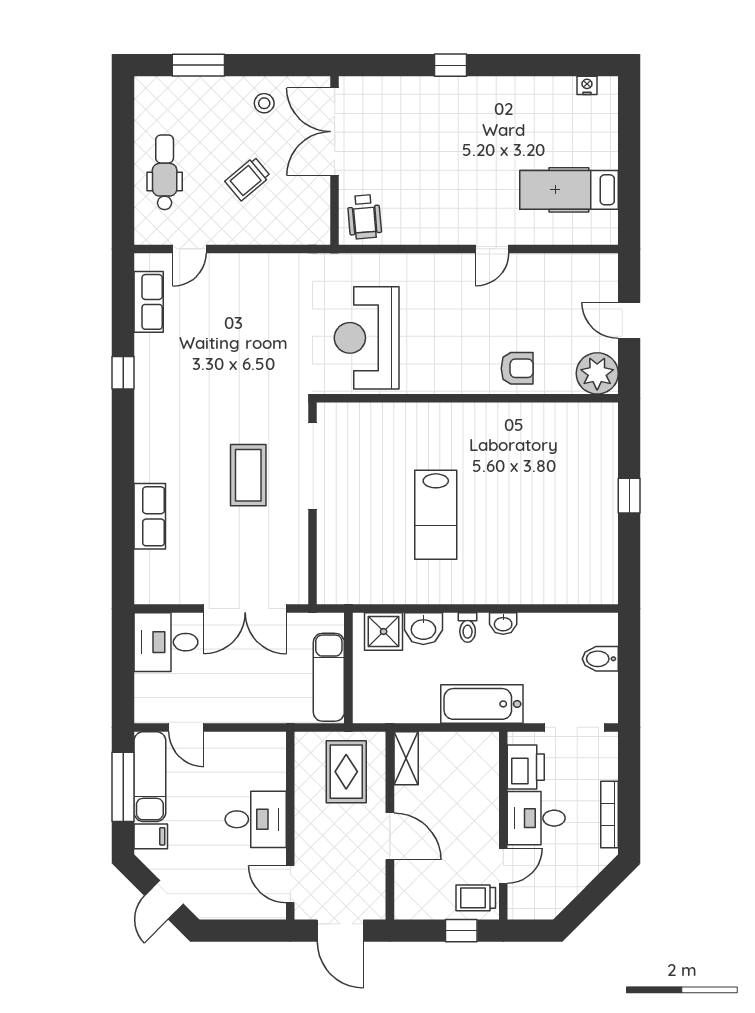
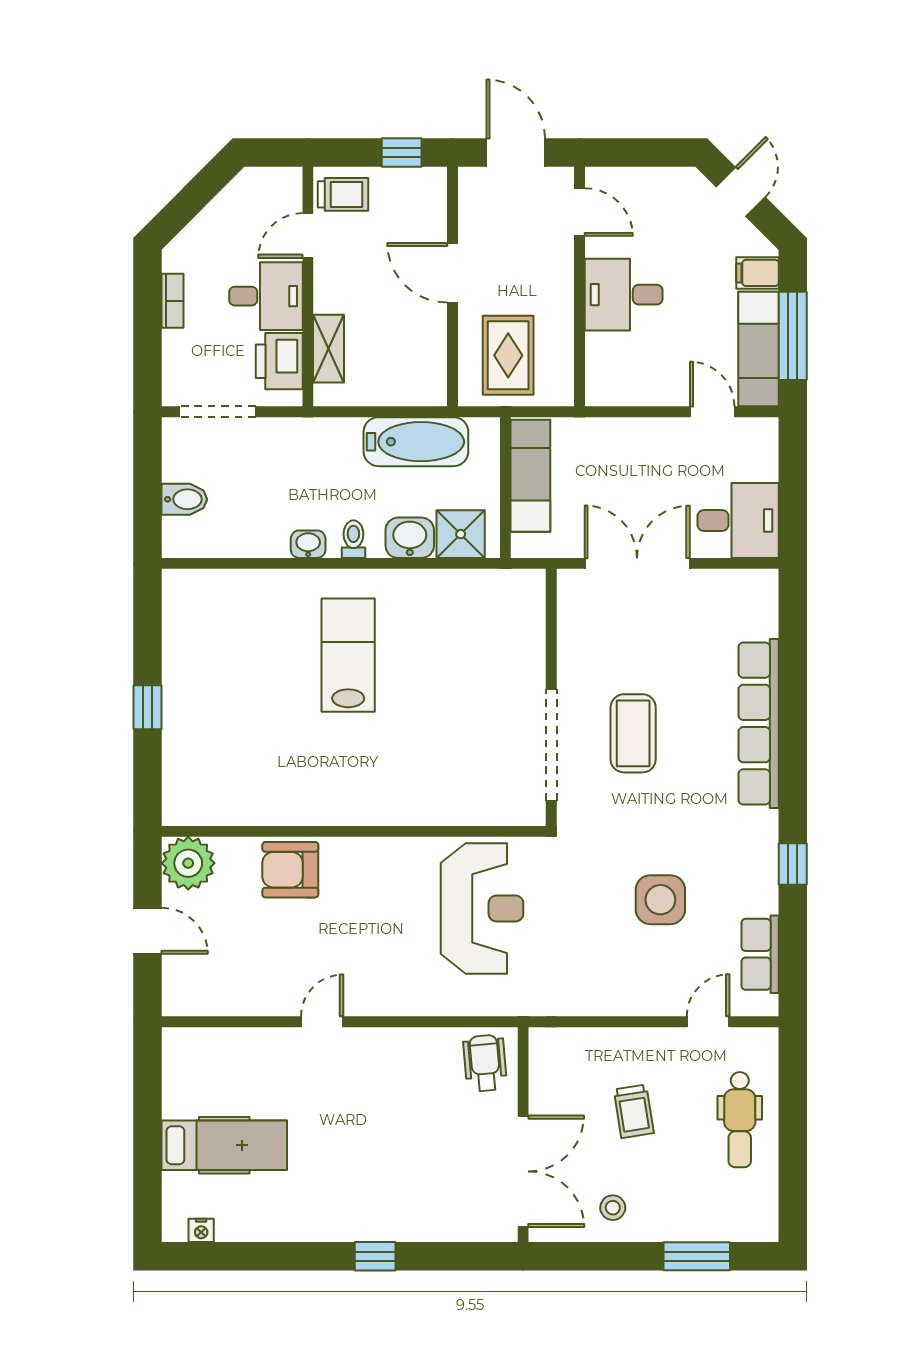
trolley: (248, 179) -> (634, 1111), turned 121
hospital bed: (569, 190) -> (224, 1145), moved
side table: (227, 345) -> (660, 900), added
armchair: (517, 368) -> (290, 870), width x1.38, depth x1.38
lab bench: (436, 515) -> (348, 655), moved
row of seats: (150, 516) -> (759, 724), width x2.02
bathtub: (482, 704) -> (416, 442), moved
shelving: (406, 758) -> (329, 349), moved
bookcase: (609, 814) -> (172, 301), width x0.64
window: (461, 931) -> (402, 153), moved

